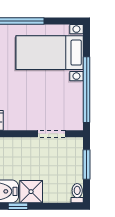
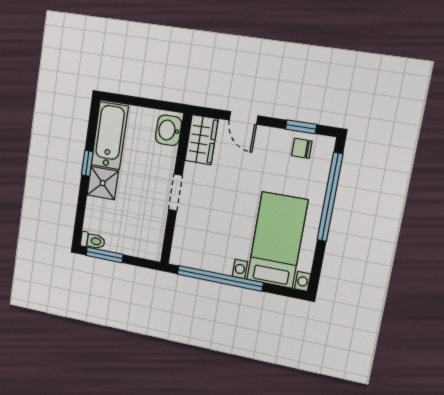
doorway: (51, 134) -> (175, 192), moved
window: (87, 164) -> (105, 255), moved

